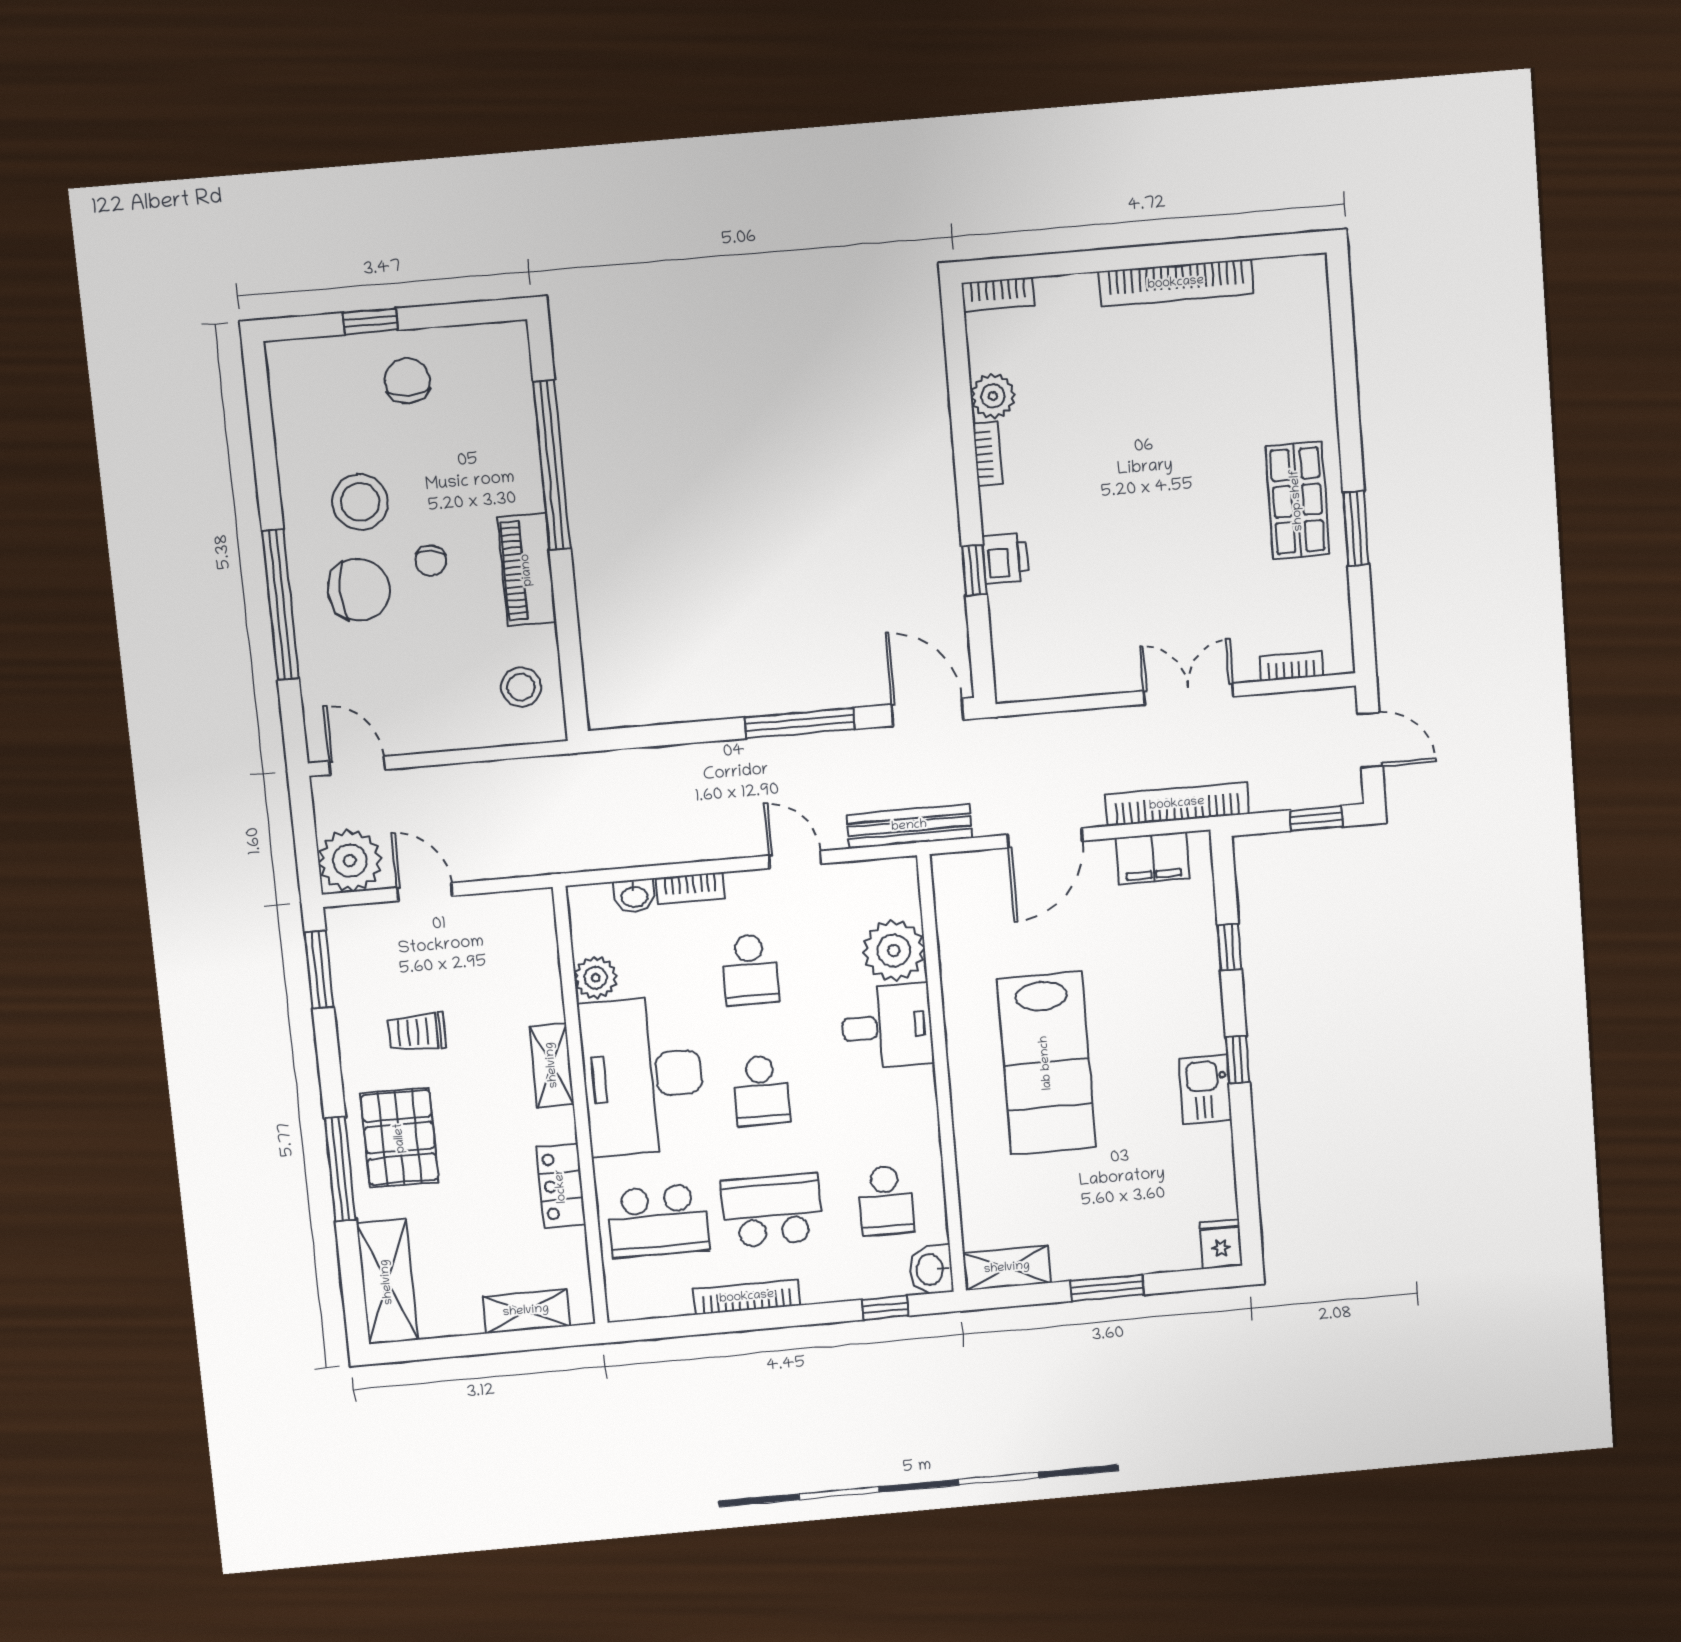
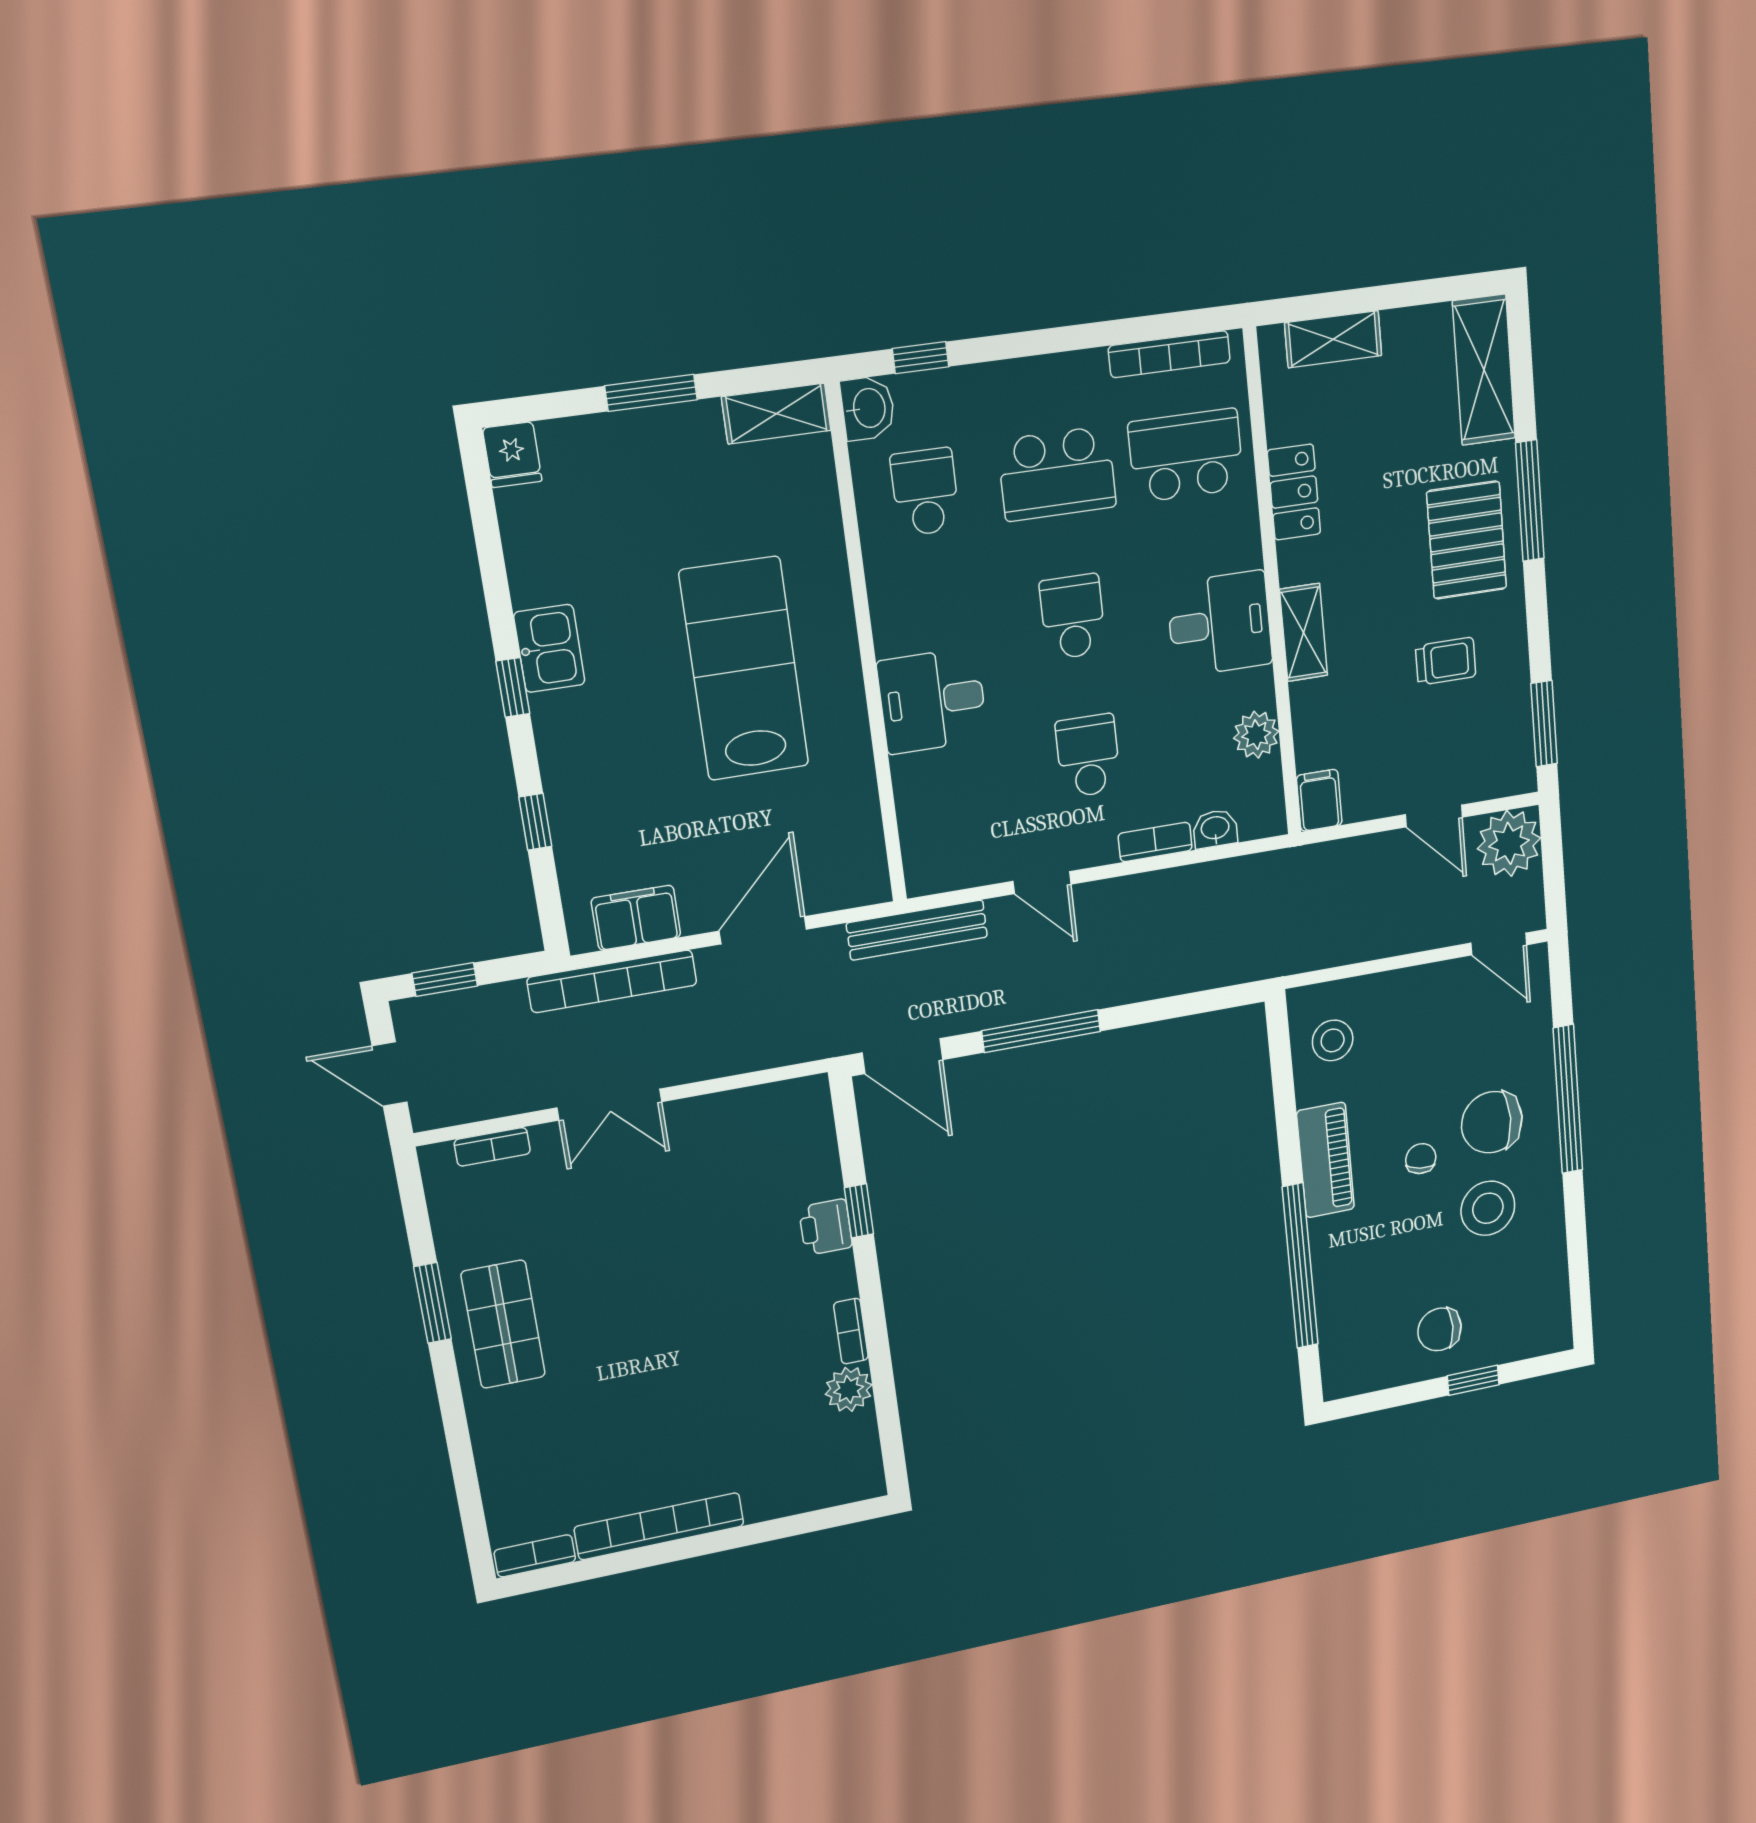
bookcase: (998, 294) -> (535, 1556), moved
chair: (407, 381) -> (1440, 1329), turned 90
filing cabinet: (536, 915) -> (1319, 800), added
plant: (894, 951) -> (928, 789), removed
desk: (643, 1076) -> (1220, 624), width x0.53, depth x0.77
bookcase: (747, 1297) -> (1169, 354), moved

